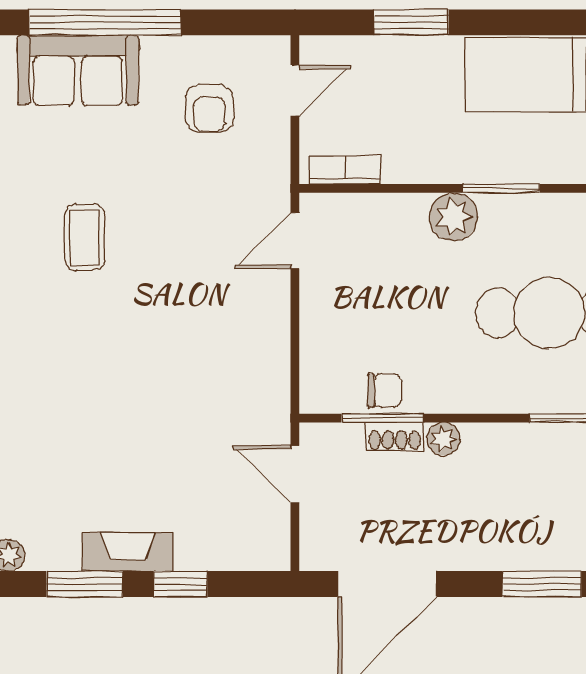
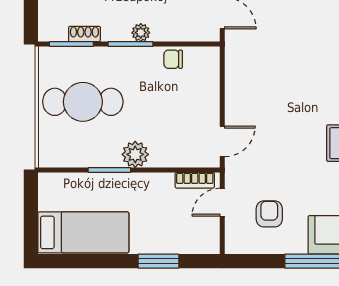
door: (295, 90) -> (222, 202), moved
window: (383, 418) -> (131, 44), moved
shoe rack: (395, 436) -> (84, 34), moved

